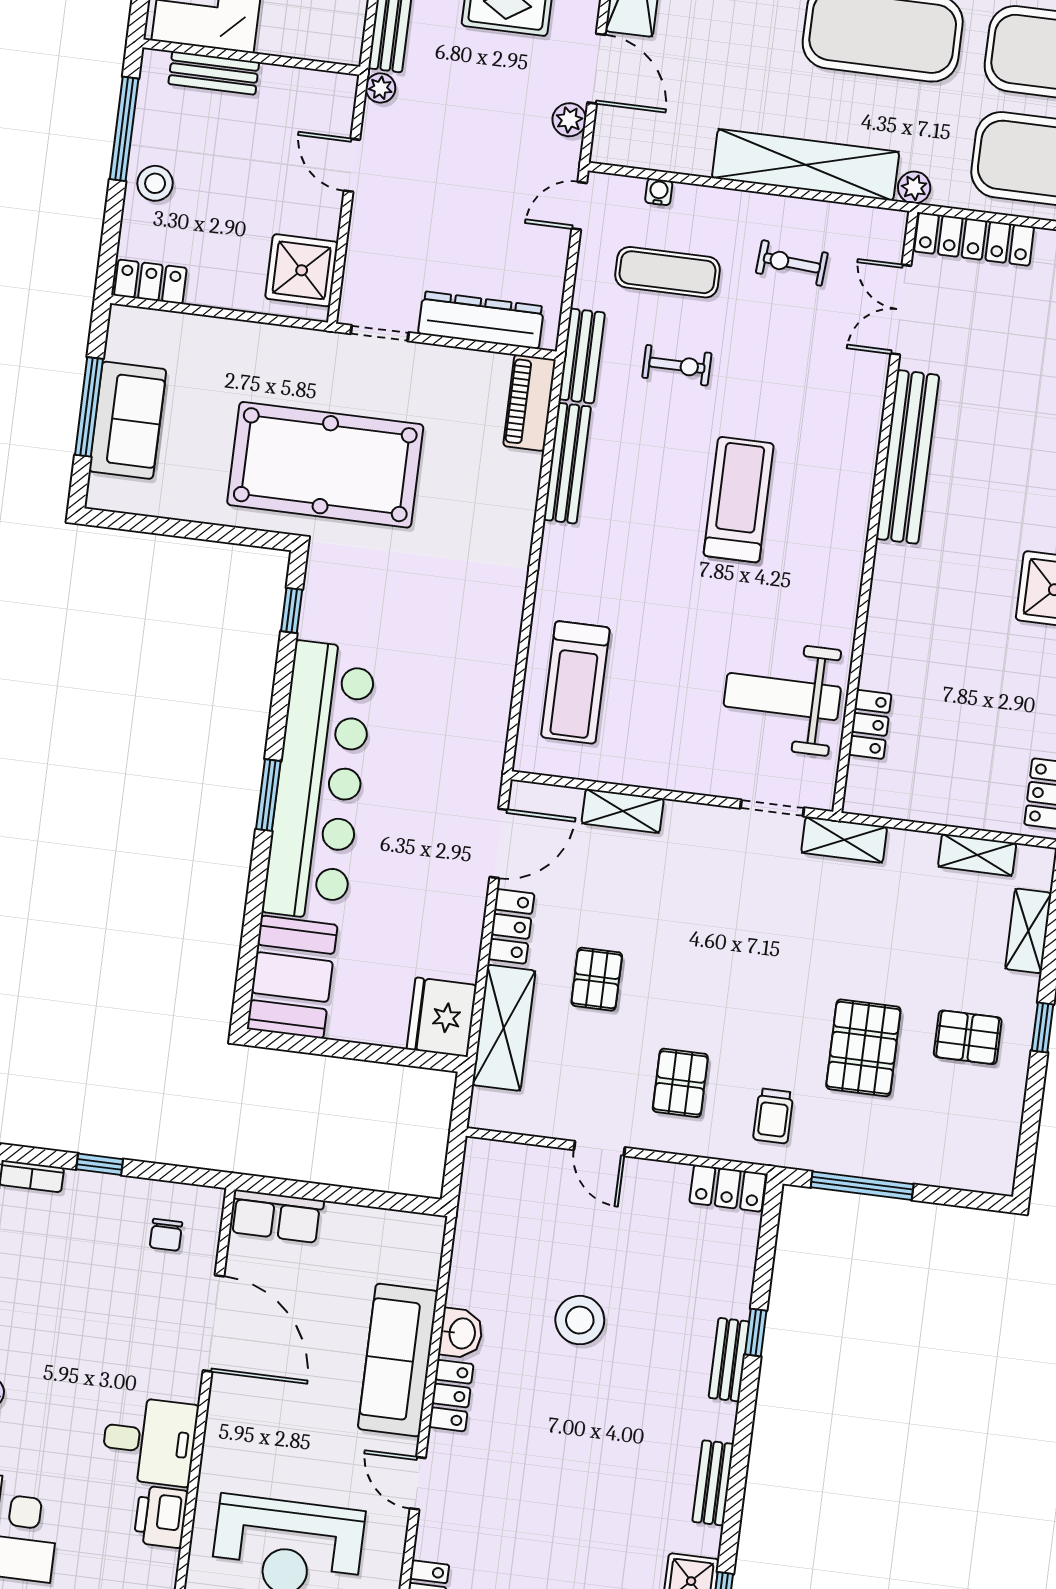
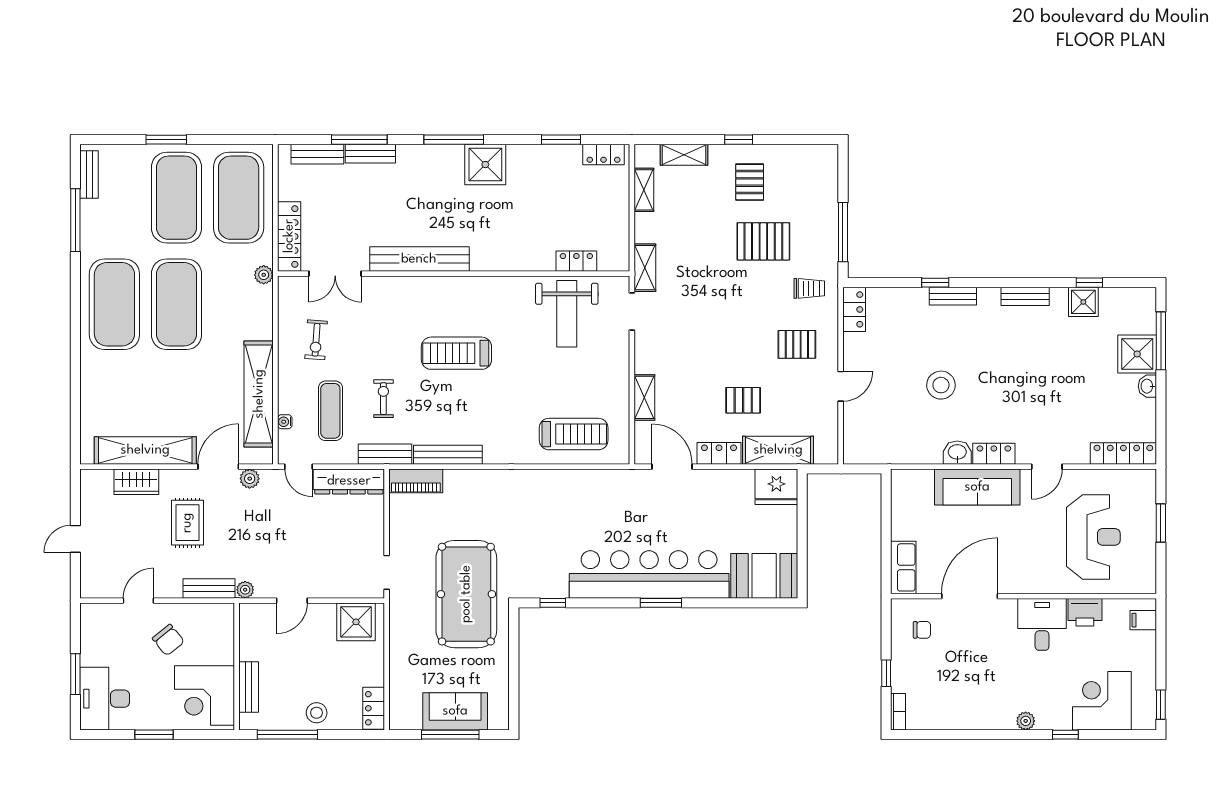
shelving: (806, 165) -> (259, 394), moved
dresser: (481, 320) -> (349, 481), moved, turned -90

